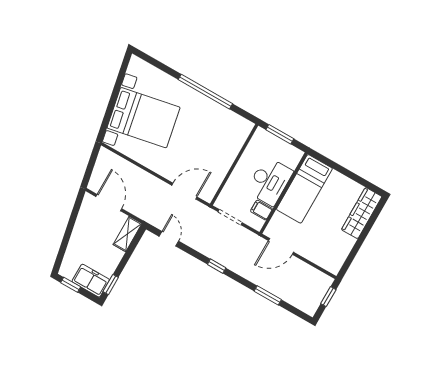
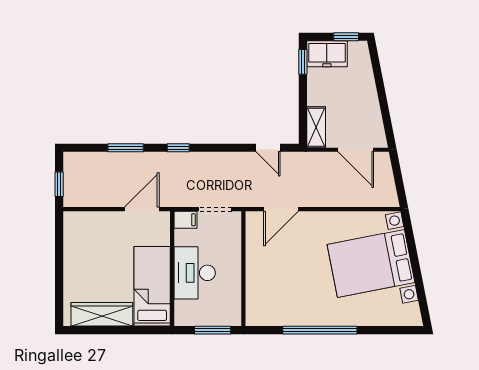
filing cabinet: (261, 210) -> (185, 220), moved
wardrobe: (362, 213) -> (102, 314), moved, turned -90
window: (217, 266) -> (178, 148), moved

